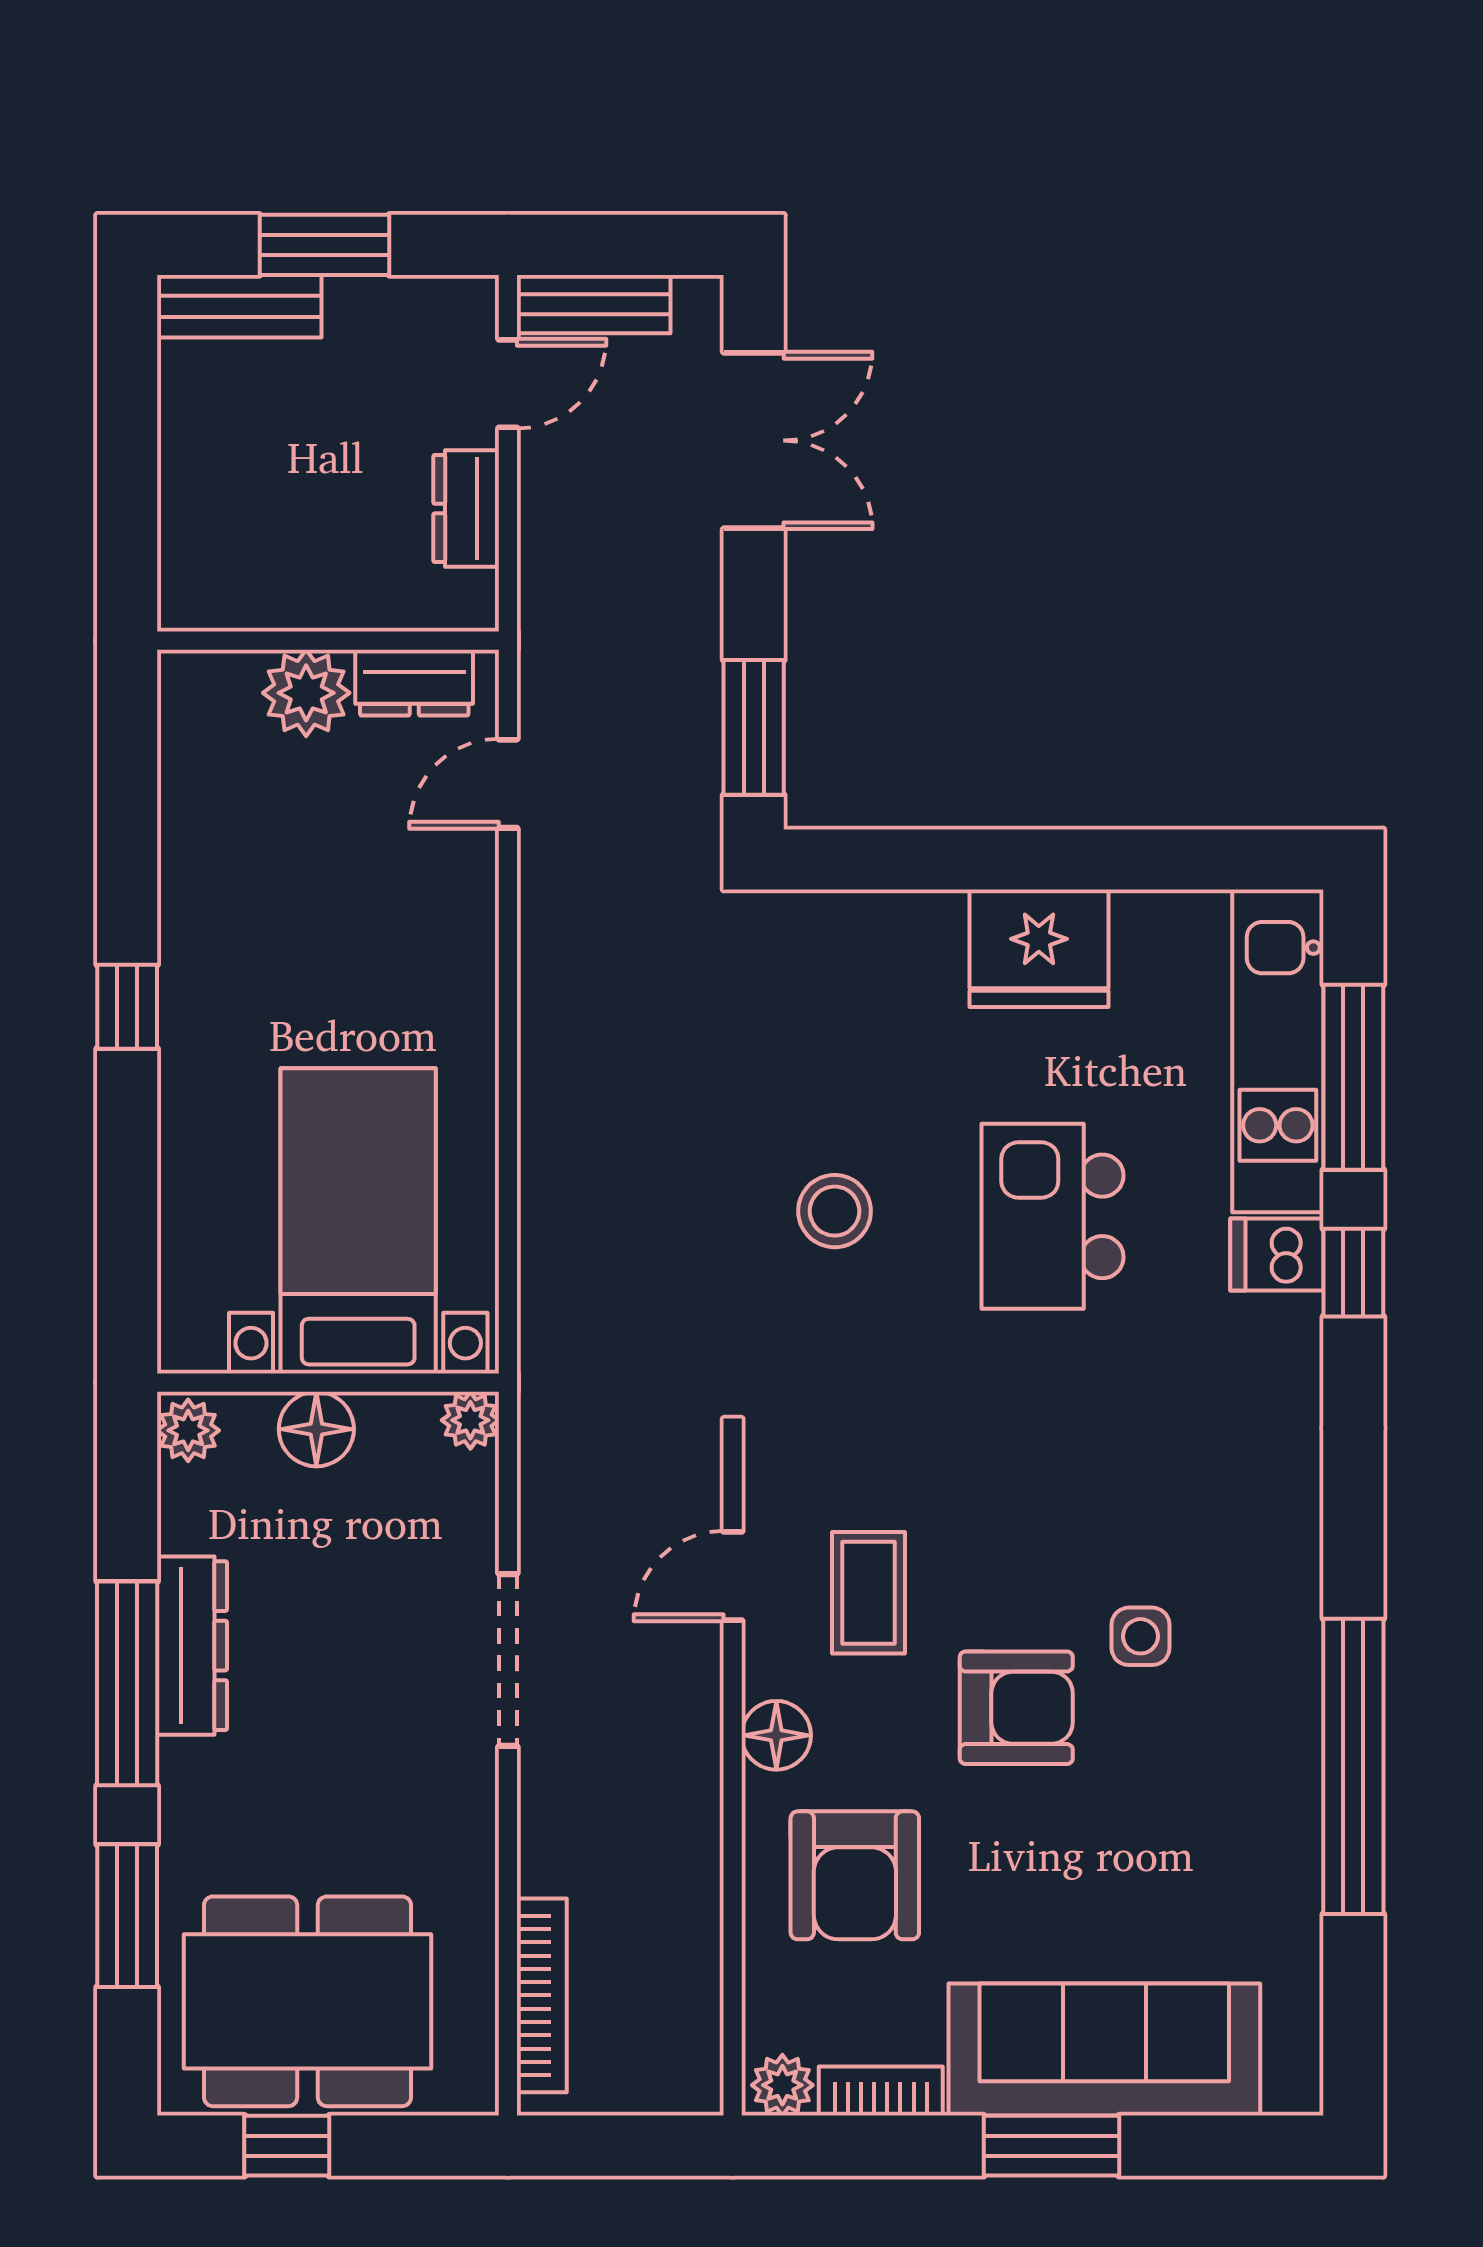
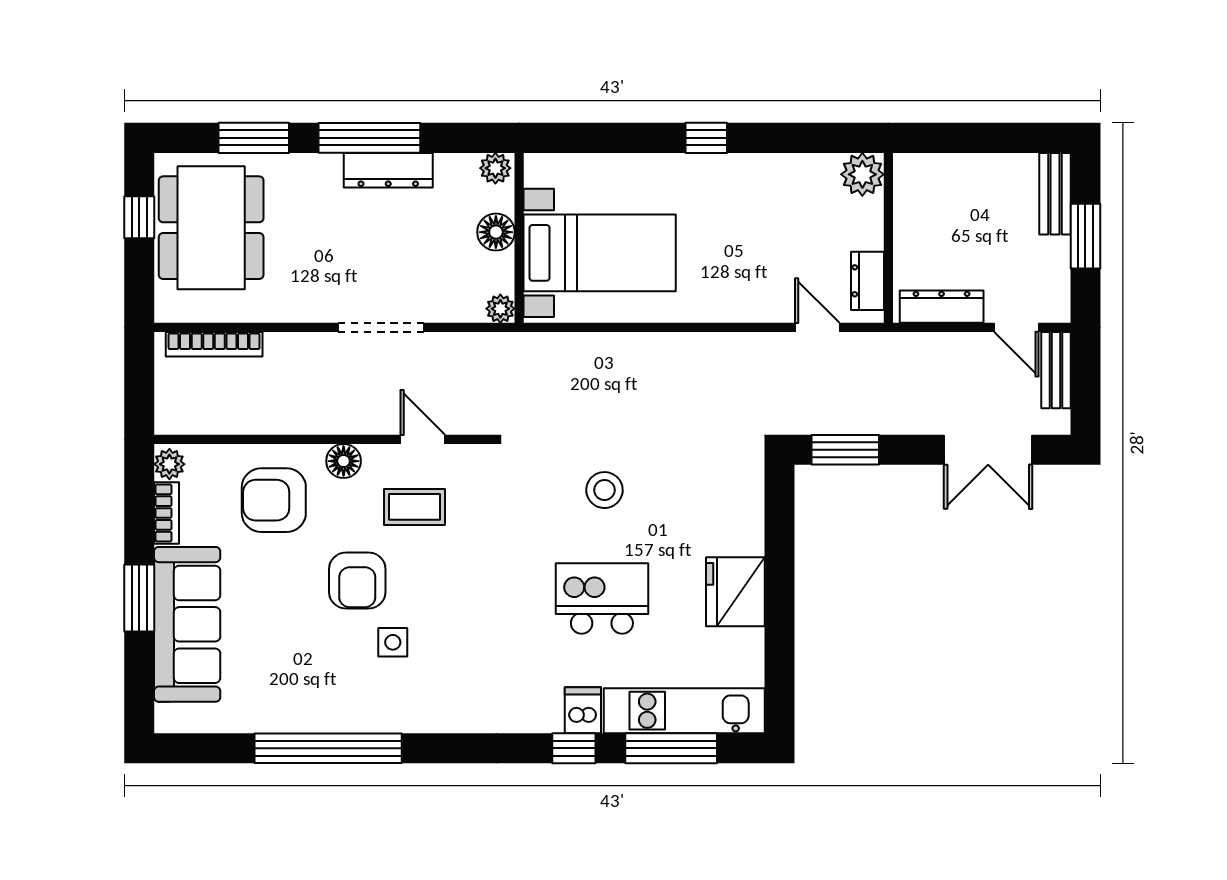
dresser: (466, 509) -> (942, 307), width x1.44
plant: (306, 693) -> (862, 174), moved

